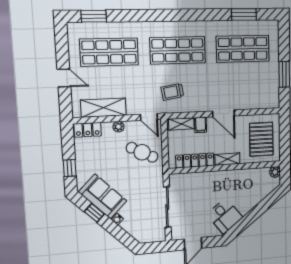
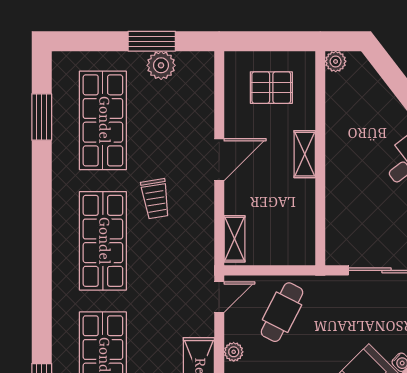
plant: (272, 80) -> (161, 65), added
trolley: (172, 92) -> (155, 199), moved
filing cabinet: (201, 125) -> (238, 203), removed
pallet: (261, 139) -> (271, 88), width x0.67, depth x0.71
locker: (195, 161) -> (303, 216), removed

